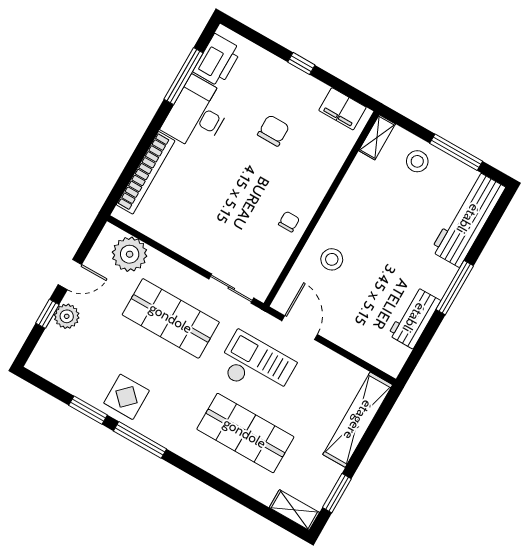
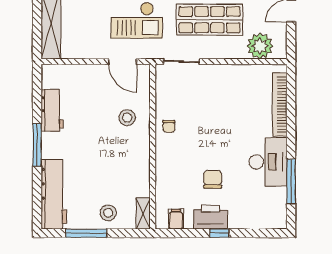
printer: (217, 60) -> (210, 217), moved, turned 90
filing cabinet: (342, 109) -> (176, 219), width x0.50
chair: (273, 131) -> (213, 179), turned 180

